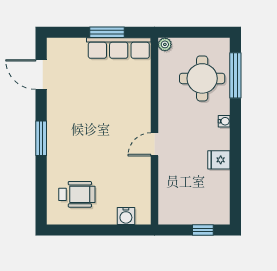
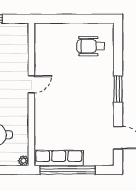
window: (107, 32) -> (68, 170), width x2.11
water cooler: (126, 216) -> (53, 29), removed

